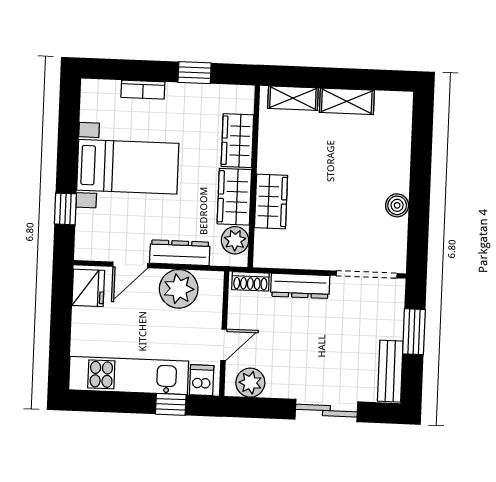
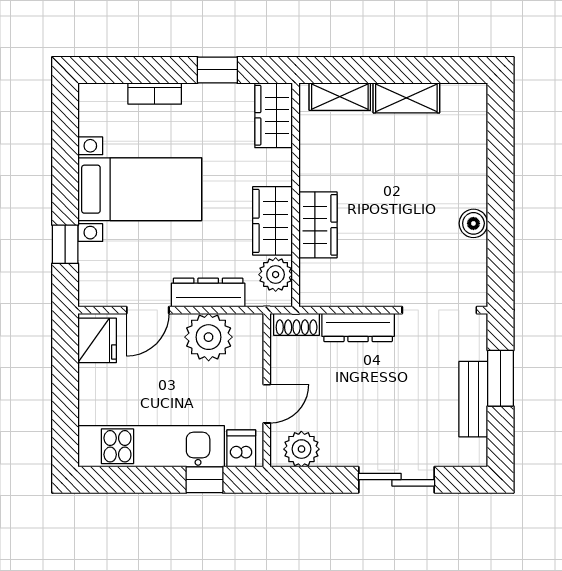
wardrobe: (237, 141) -> (274, 115), moved
bench: (390, 371) -> (473, 399), moved

